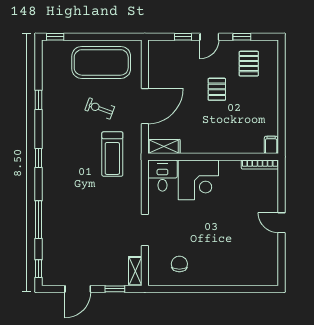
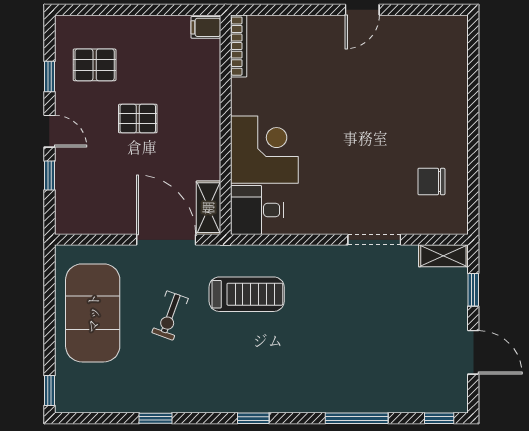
filing cabinet: (271, 145) -> (206, 27), moved
shelving: (164, 147) -> (208, 208), moved
wall: (213, 157) -> (226, 125), moved
bookcase: (260, 165) -> (239, 46), moved
desk: (162, 176) -> (257, 210), moved
corner desk: (198, 180) -> (264, 150), moved

